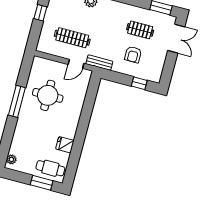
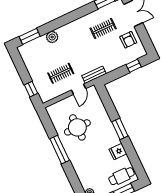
window: (40, 13) -> (31, 89), moved
clothes rail: (72, 38) -> (61, 73), width x0.73
armchair: (133, 55) -> (128, 40), moved
window: (83, 127) -> (120, 129), added

